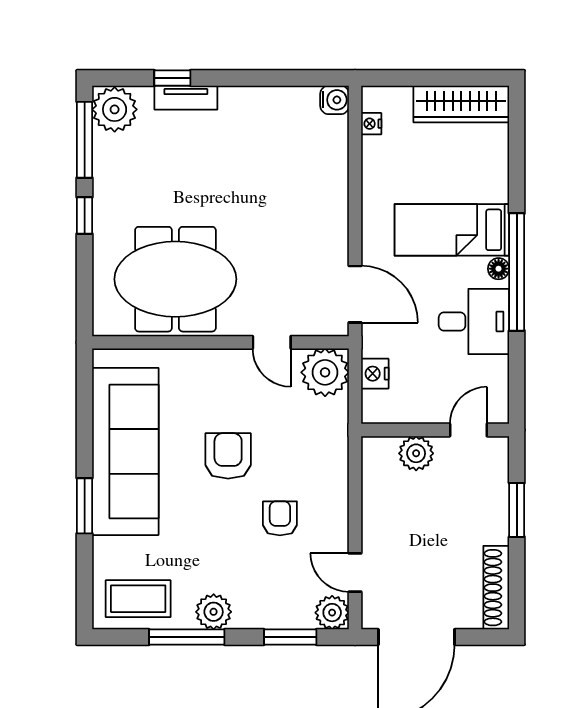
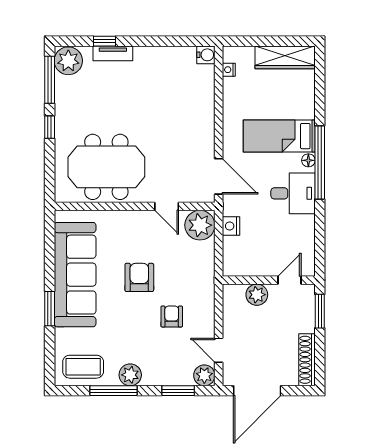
wall: (435, 430) -> (269, 280), moved
door: (468, 430) -> (290, 280), moved
plant: (416, 453) -> (257, 295), moved

